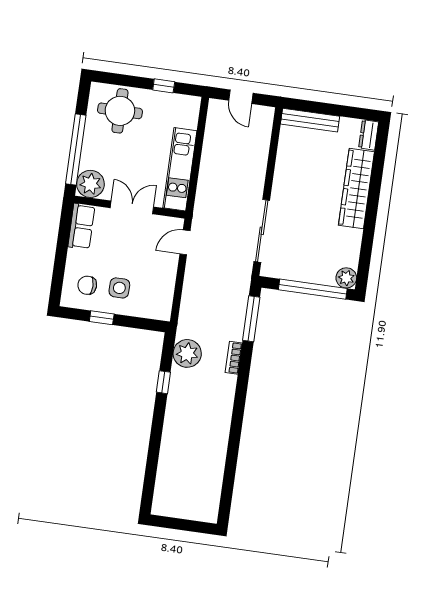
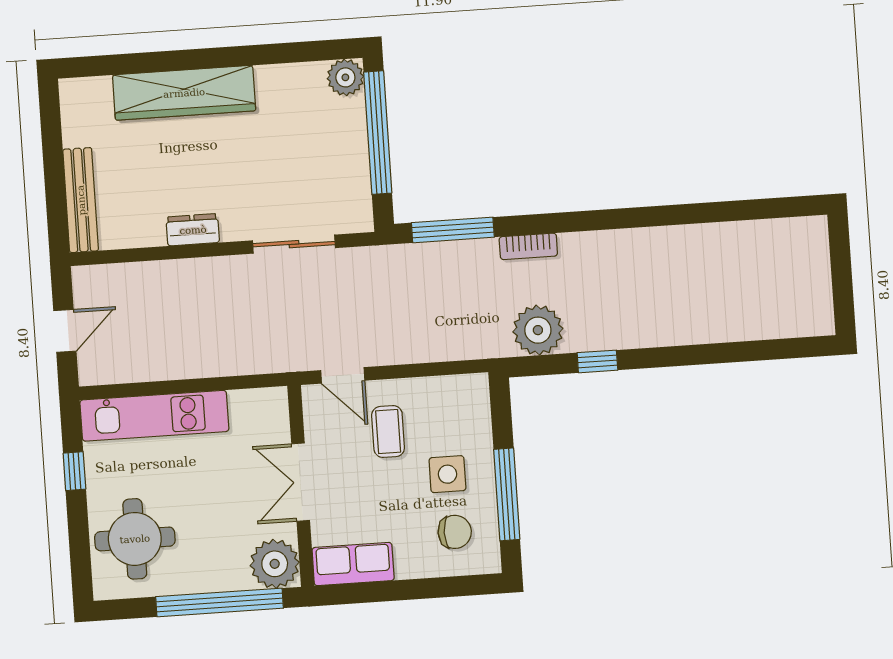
dresser: (369, 135) -> (193, 230), moved, turned 180
kitchen unit: (180, 169) -> (154, 416), moved
sliding door: (262, 231) -> (294, 244), width x0.73
coffee table: (149, 261) -> (388, 432), added
chair: (87, 285) -> (455, 532), turned -90
window: (102, 318) -> (507, 494), width x2.17

